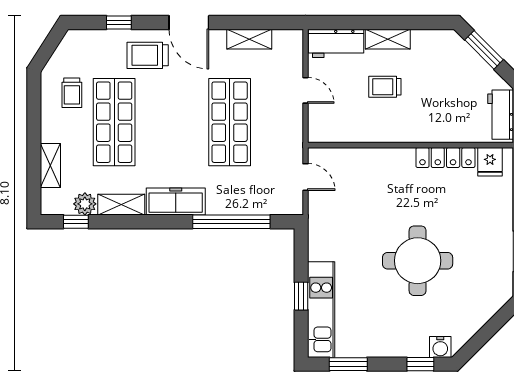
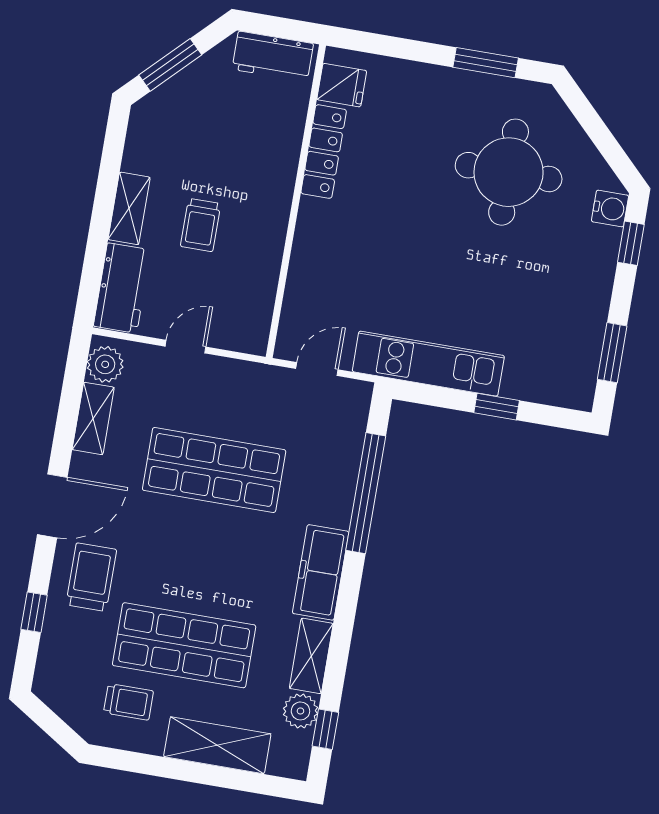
plant: (285, 41) -> (105, 364), added
trolley: (148, 55) -> (91, 577), turned 180
shelving: (50, 165) -> (217, 745), width x1.50, depth x1.33
round table: (418, 261) -> (509, 172), moved
kitchen unit: (321, 310) -> (428, 364), moved

